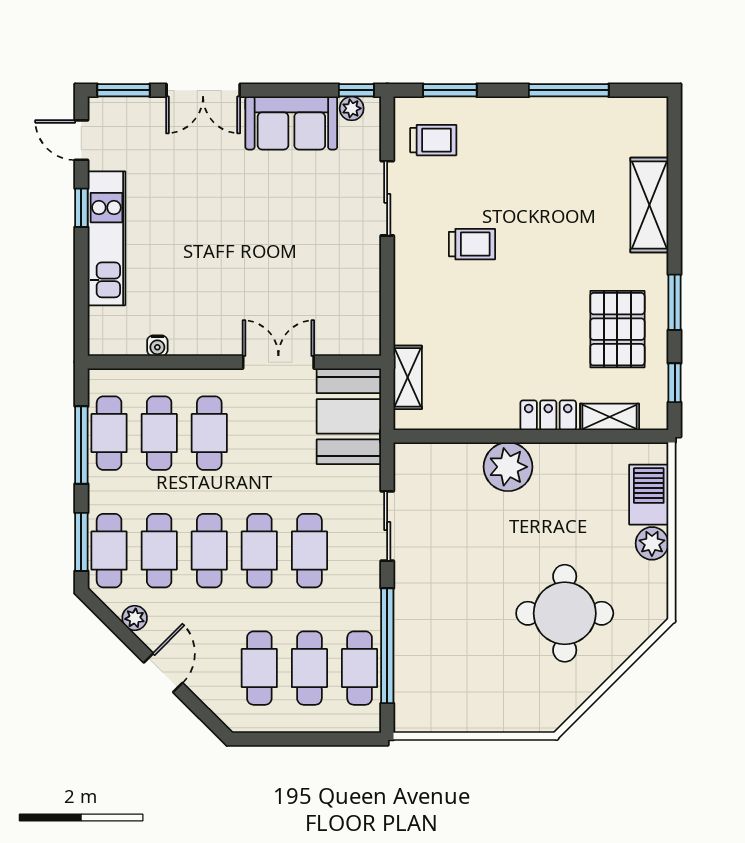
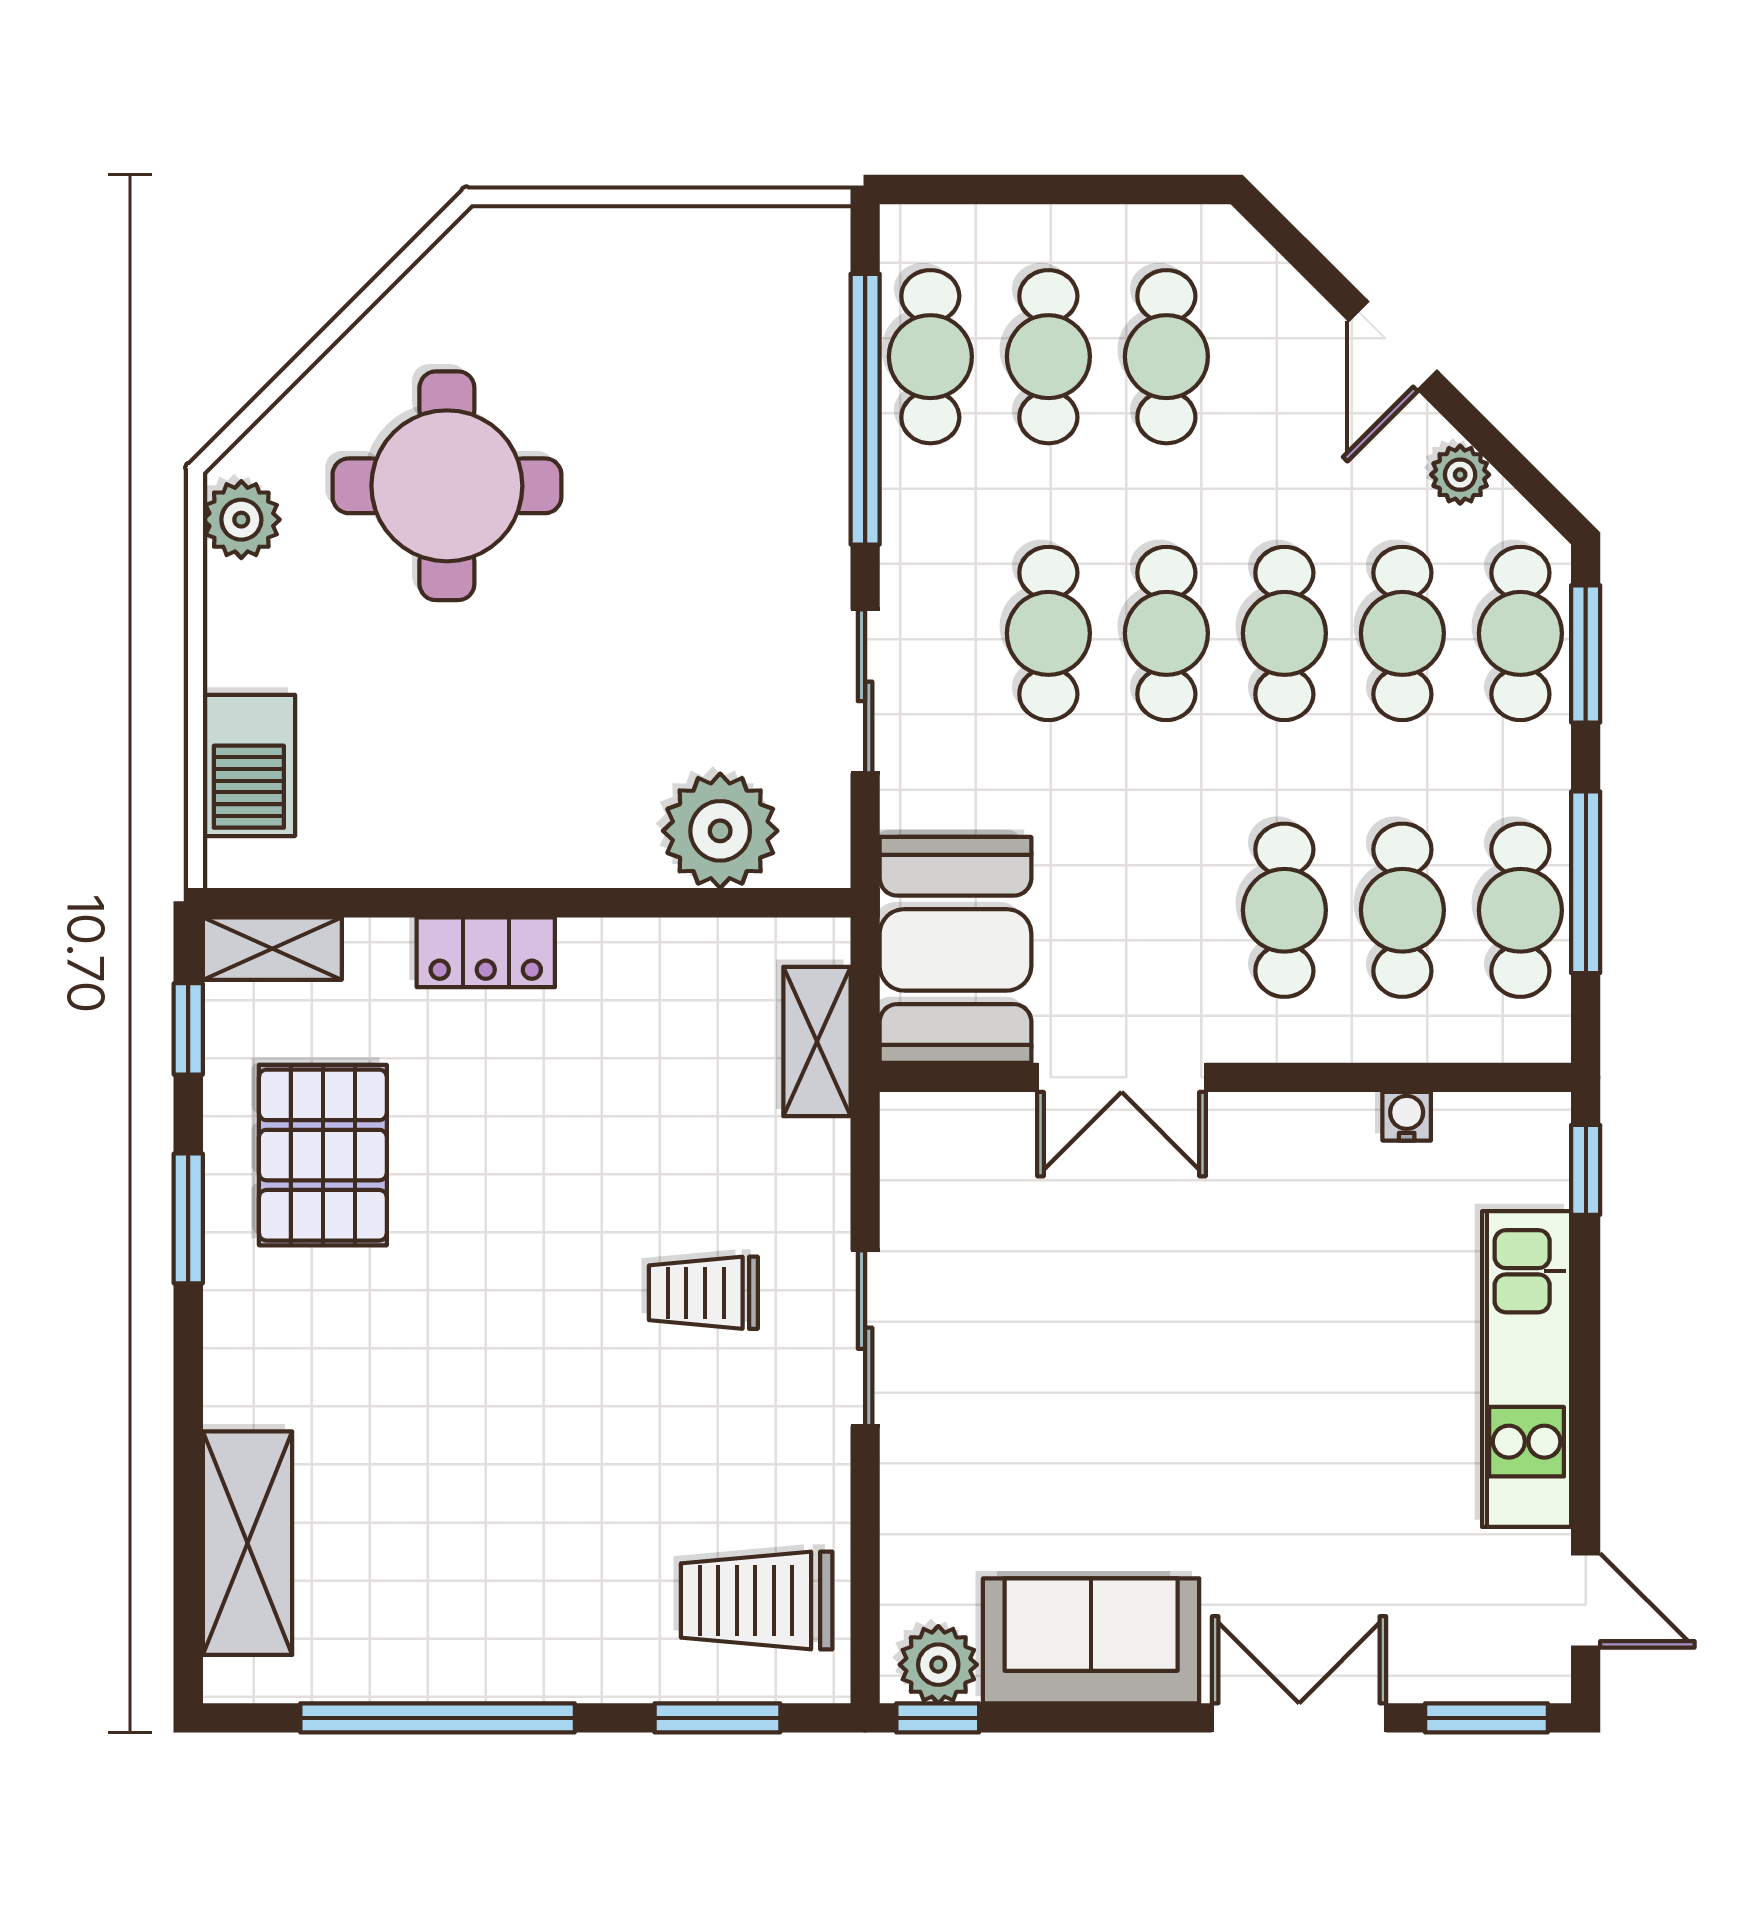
window: (569, 90) -> (438, 1718), width x1.46
plant: (352, 108) -> (938, 1665), width x1.38, depth x1.38
trolley: (433, 140) -> (757, 1601), width x1.36, depth x1.39
sliding door: (387, 198) -> (865, 1338), moved
shelving: (649, 205) -> (247, 1543), moved
window: (81, 208) -> (1586, 1170), moved
trolley: (472, 244) -> (703, 1293), moved
shelving: (610, 417) -> (272, 949), moved
plant: (508, 467) -> (720, 831), moved
plant: (652, 543) -> (241, 520), moved

